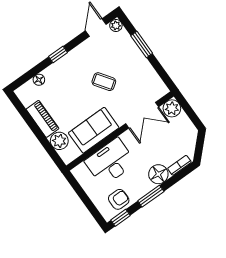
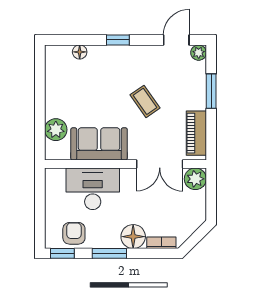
piano: (42, 119) -> (196, 133), moved, turned 180
armchair: (119, 199) -> (74, 233), turned -90

